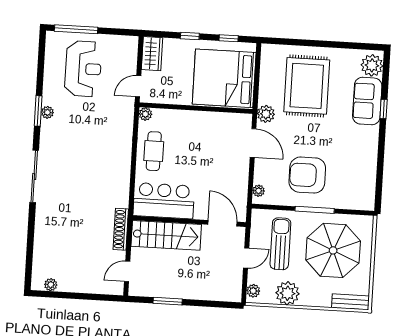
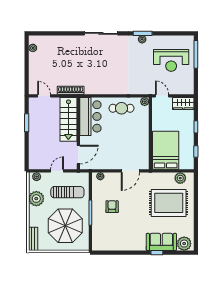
bed: (224, 78) -> (166, 150), width x0.73
plant: (266, 114) -> (180, 178), moved
armchair: (307, 175) -> (112, 207), width x0.53, depth x0.53
door: (246, 258) -> (57, 171), swing flipped

